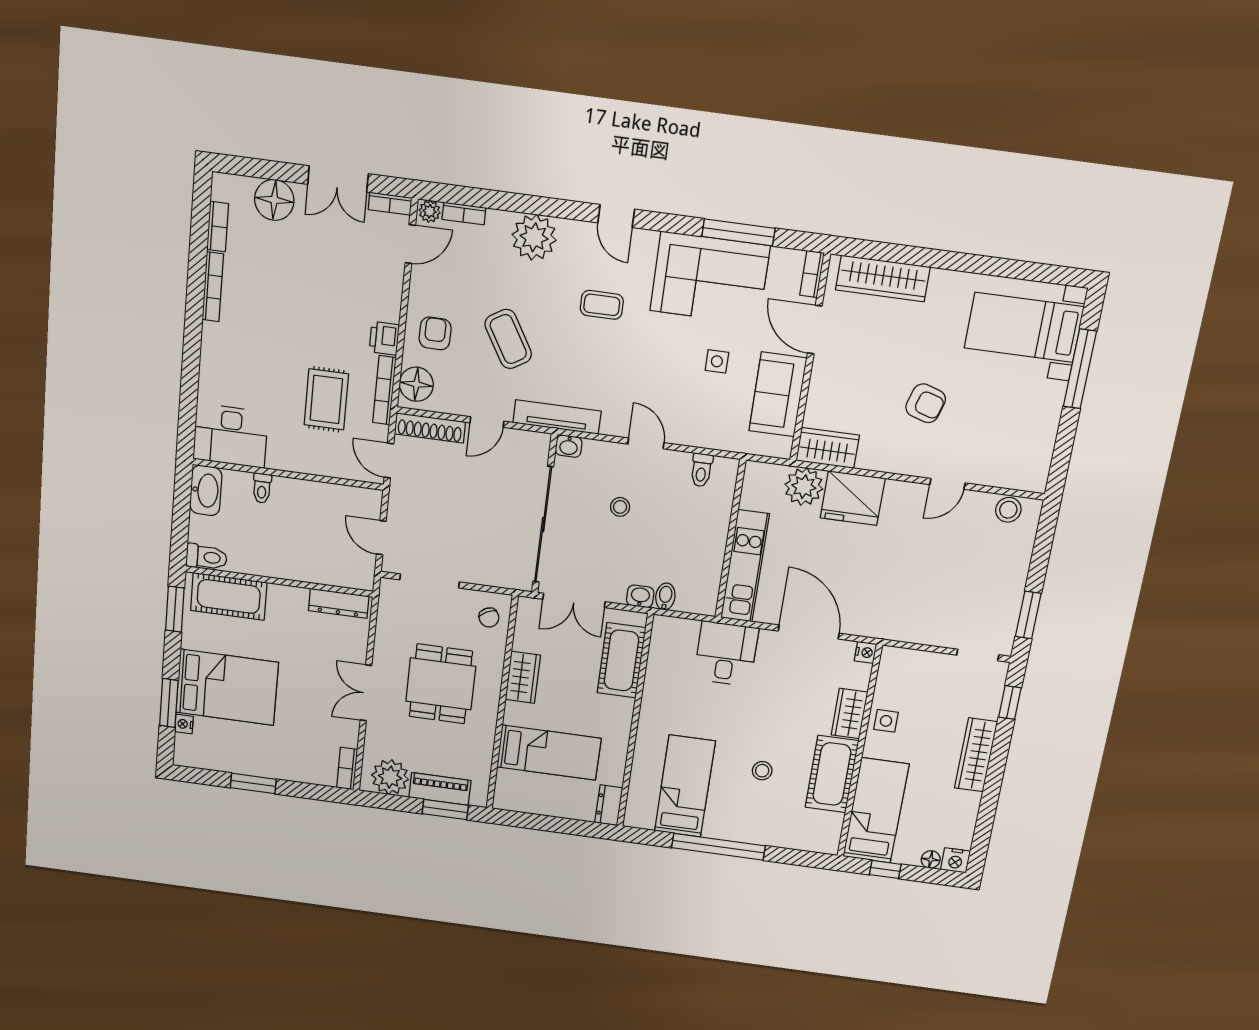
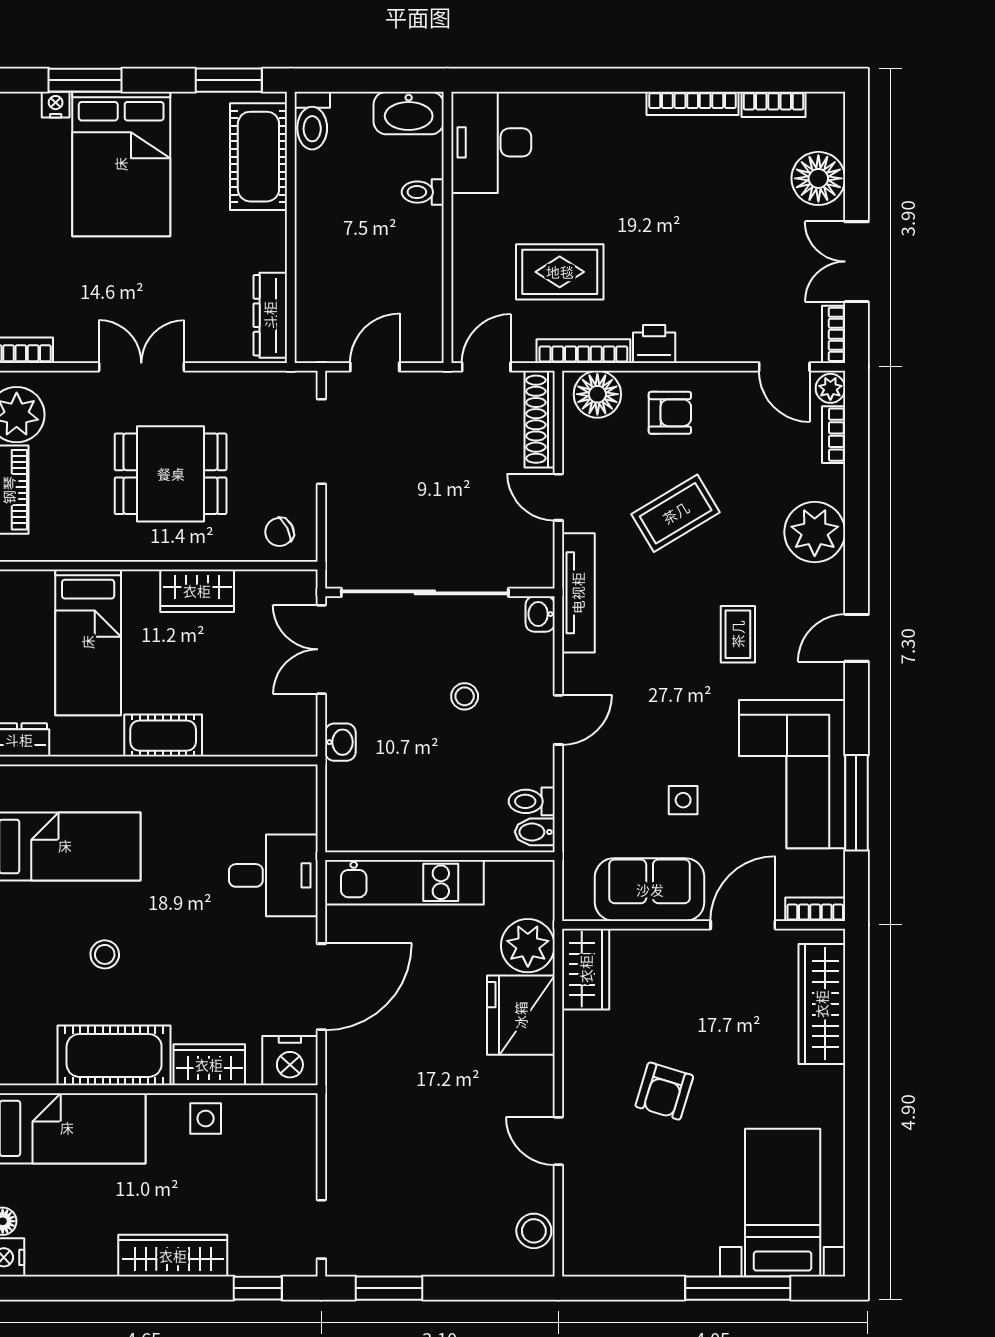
bidet: (665, 597) -> (535, 832), moved, turned 180
nightstand: (866, 652) -> (290, 1061), width x1.89, depth x1.79
cot: (621, 660) -> (163, 736), moved, width x0.73, depth x0.75

